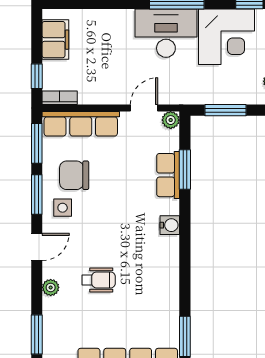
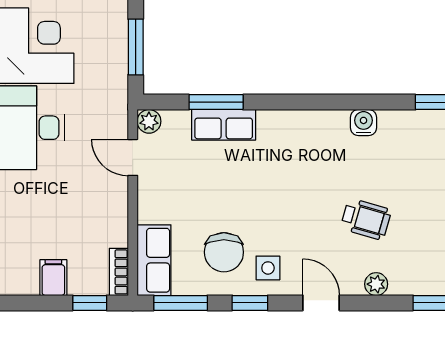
filing cabinet: (55, 40) -> (53, 278), width x0.50
row of seats: (81, 124) -> (154, 260), width x0.68
window: (37, 194) -> (250, 303), width x0.67
water cooler: (170, 225) -> (363, 123), moved
wheelchair: (99, 280) -> (366, 219), turned 106

